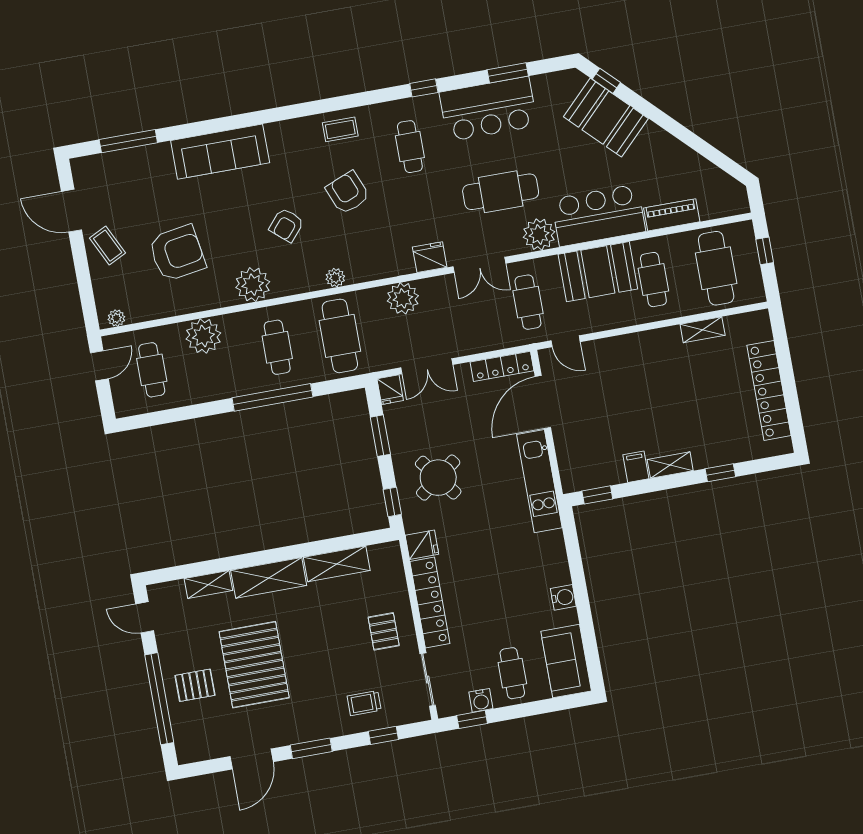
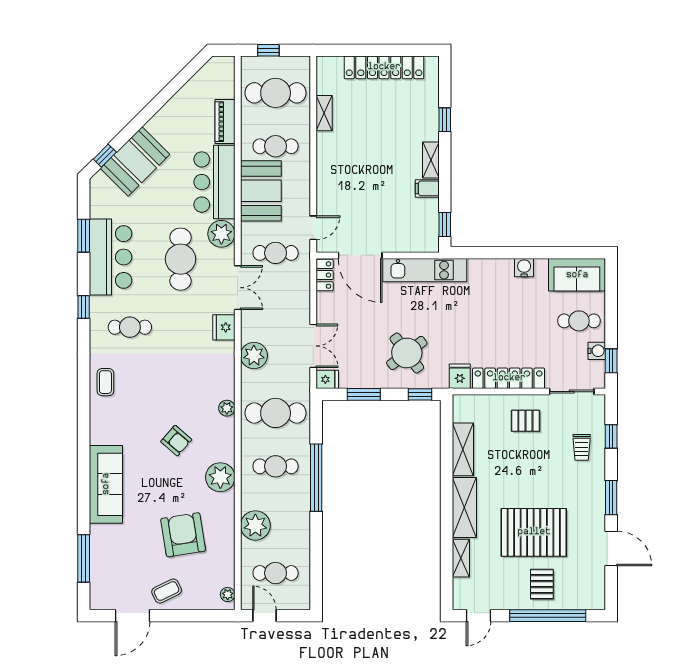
armchair: (348, 193) -> (159, 385), removed
locker: (502, 366) -> (325, 275), width x0.66

